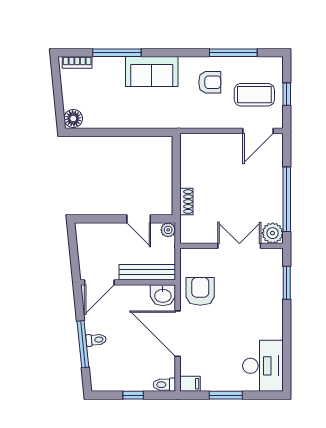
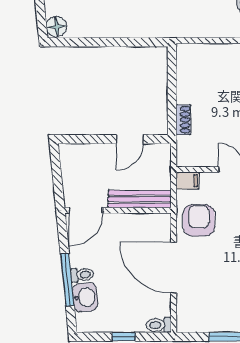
door: (139, 219) -> (130, 139), hinge flipped
plant: (168, 230) -> (163, 152), removed
washbasin: (163, 295) -> (85, 297), moved, turned -96
filing cabinet: (190, 384) -> (187, 180), moved

